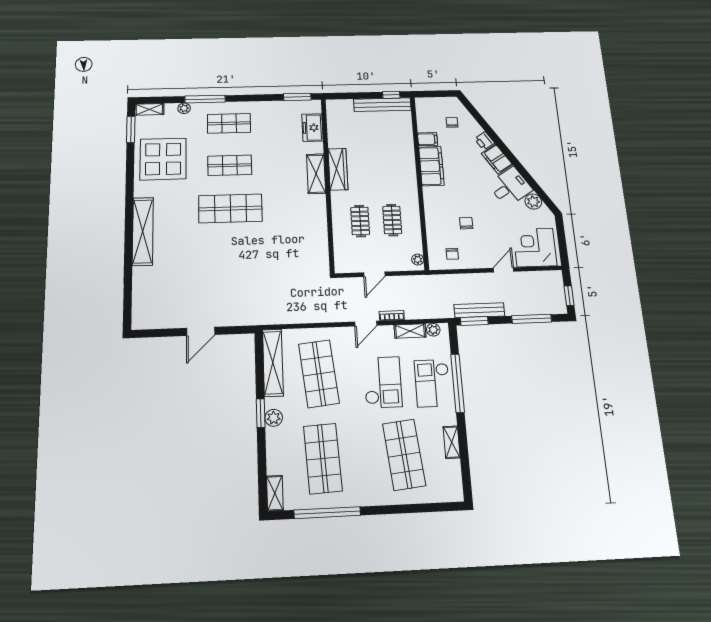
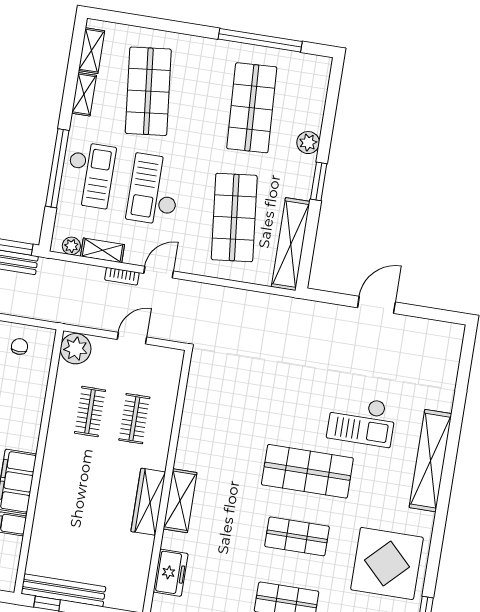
checkout: (198, 249) -> (362, 421), added
plant: (418, 260) -> (76, 349), width x1.88, depth x1.88
plant: (274, 418) -> (308, 143), moved
shelving: (275, 493) -> (92, 51), moved

